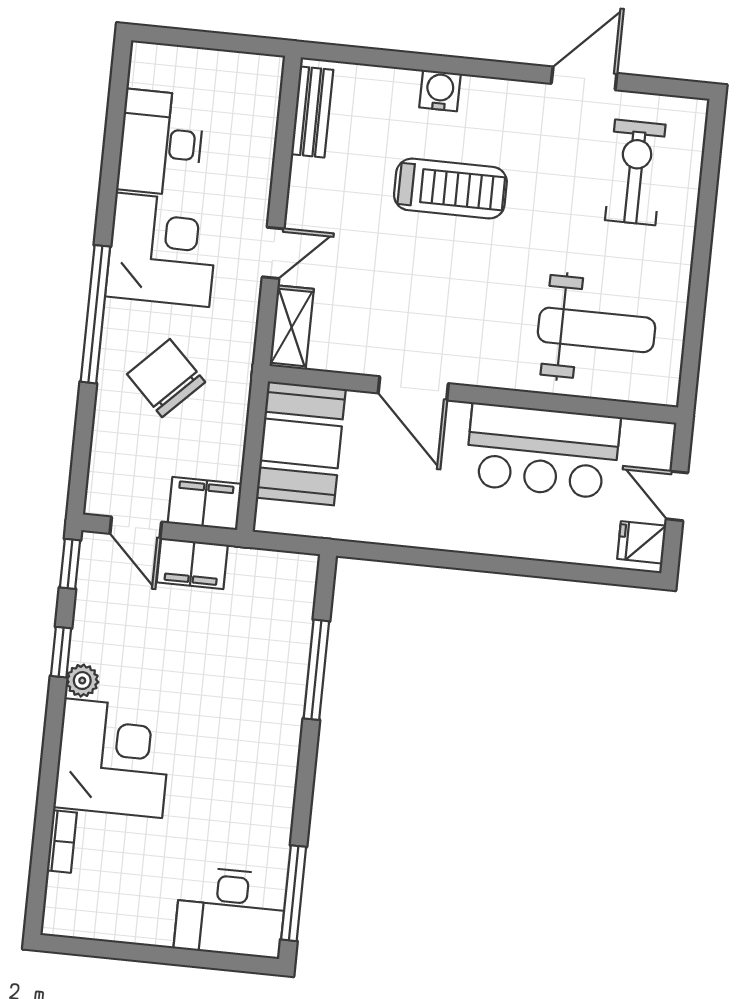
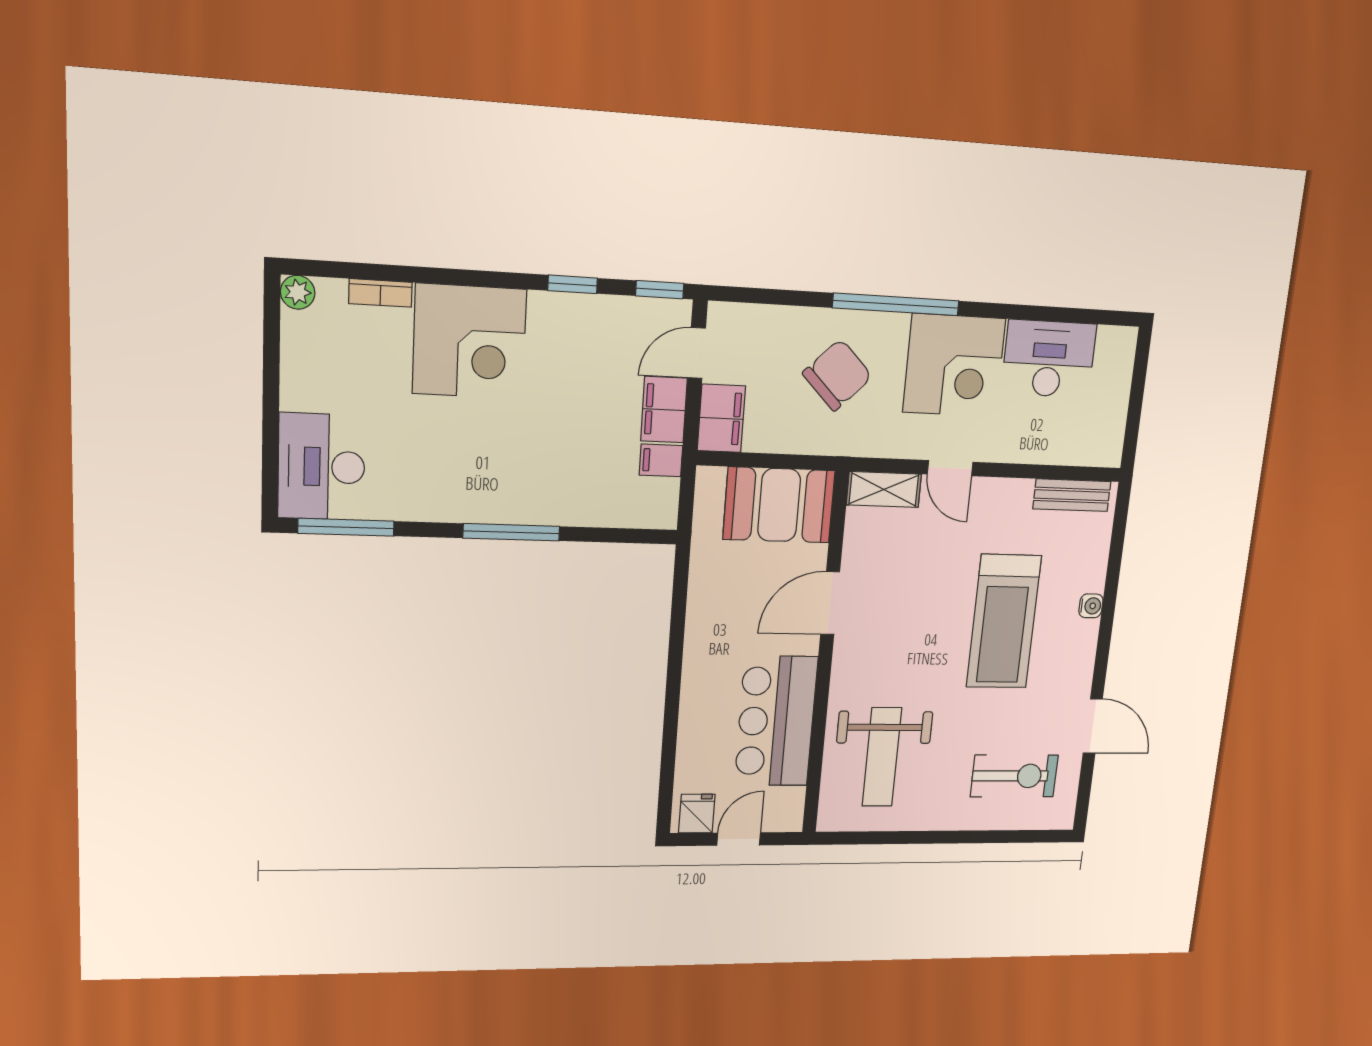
water cooler: (440, 91) -> (1091, 606), width x0.72, depth x0.72
treadmill: (450, 189) -> (1004, 622), width x1.37, depth x1.38
filing cabinet: (245, 569) -> (661, 460), added
window: (316, 670) -> (511, 532), moved
plant: (82, 681) -> (298, 292), moved

